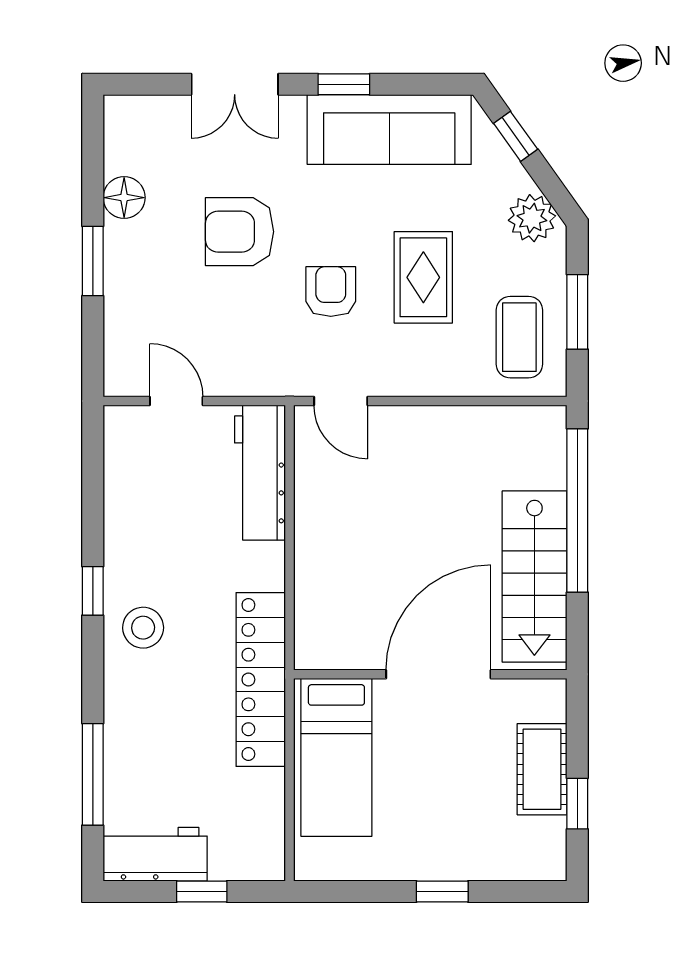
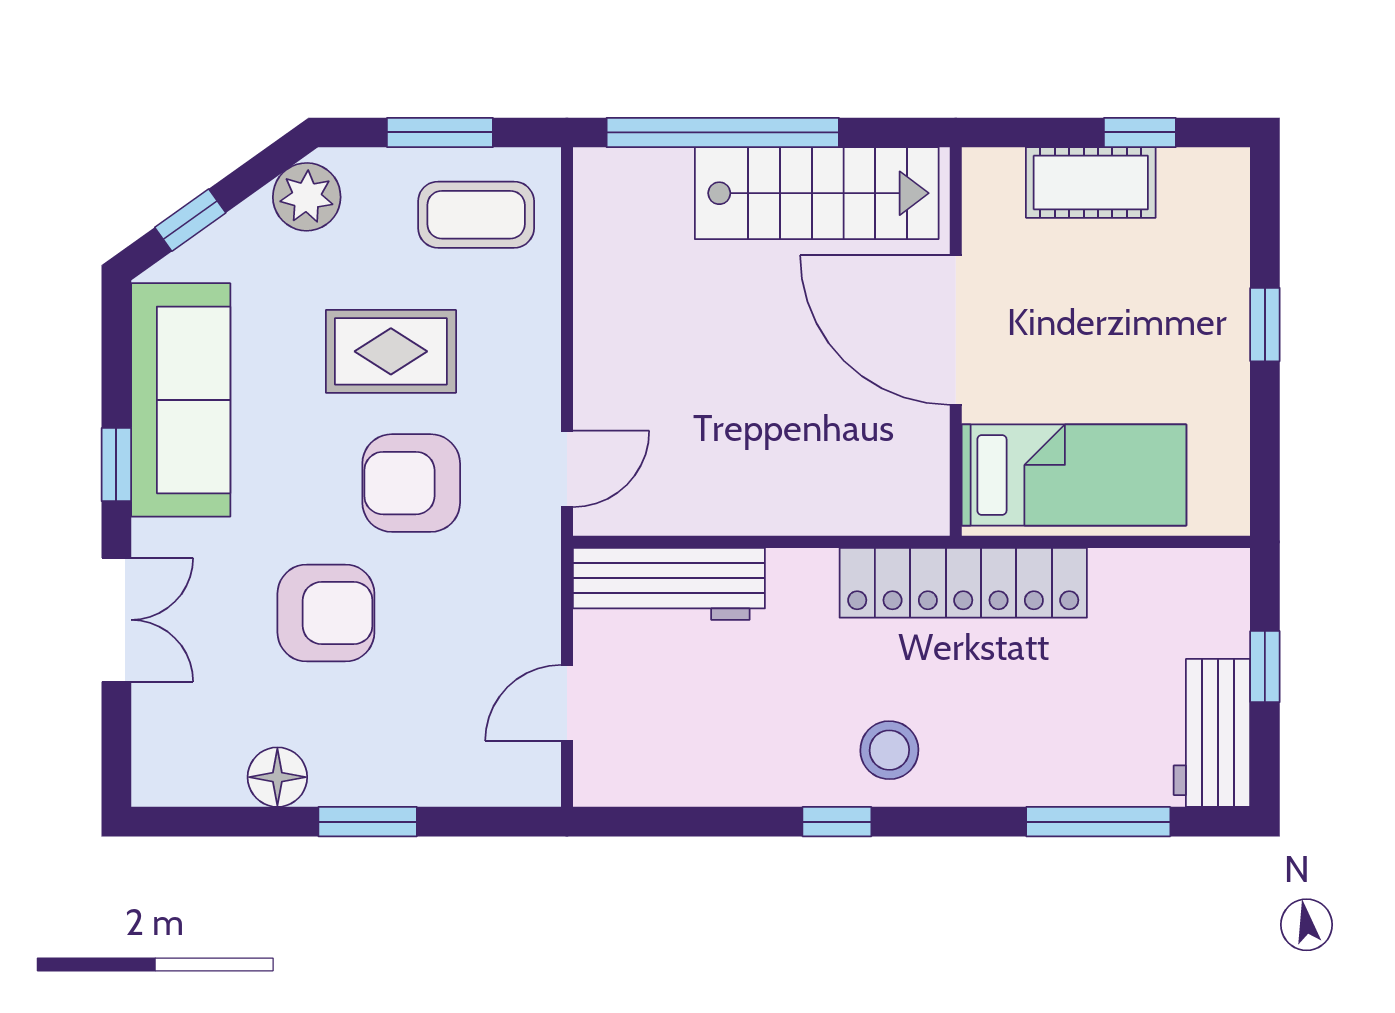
armchair: (239, 232) -> (326, 613), turned -90
armchair: (331, 292) -> (411, 483), width x1.38, depth x1.38

